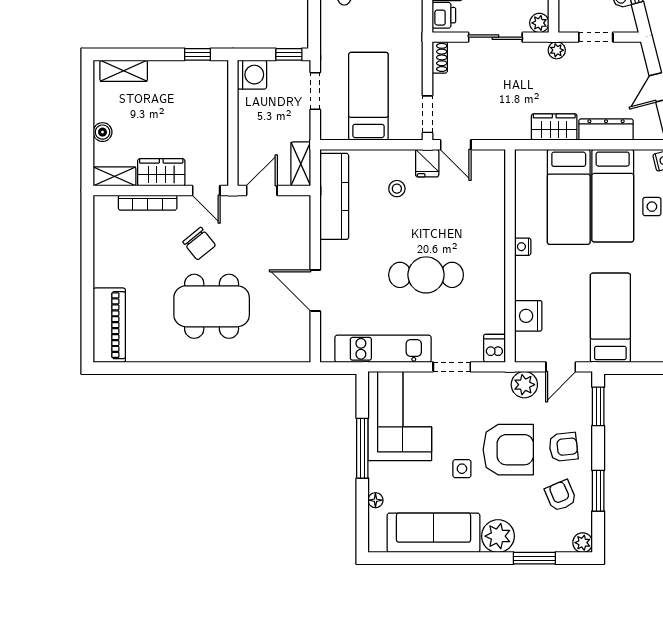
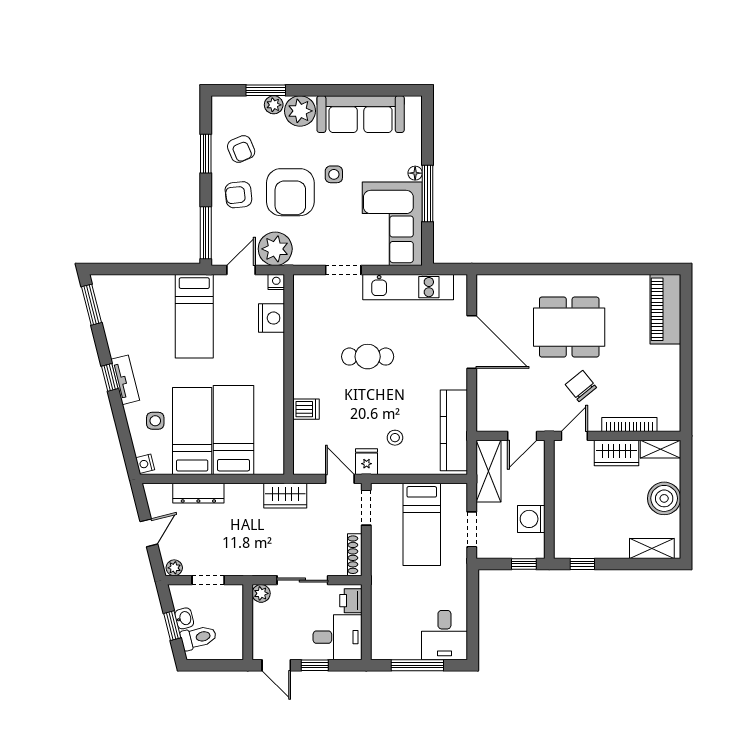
plant: (557, 50) -> (174, 568), moved
window: (289, 54) -> (524, 564), moved
shoe rack: (440, 57) -> (355, 555), width x1.43
washing machine: (252, 75) -> (531, 519), moved
wardrobe: (554, 127) -> (285, 496), moved
boiler: (103, 132) -> (664, 498), width x1.86, depth x1.86
shelving: (301, 164) -> (488, 471), width x1.50, depth x1.33
door: (206, 191) -> (574, 436), hinge flipped
nightstand: (523, 247) -> (276, 282), moved, turned -90
cafe table: (426, 275) -> (368, 357), width x0.73, depth x0.74
door: (315, 290) -> (472, 342), width x1.36
dishwasher: (495, 348) -> (306, 409), moved, turned -90
plant: (524, 385) -> (275, 249), width x1.36, depth x1.36
window: (598, 406) -> (206, 233), width x1.44
armchair: (508, 450) -> (290, 192), turned -90
floor lamp: (375, 500) -> (415, 173), moved
plant: (583, 543) -> (274, 105), moved

